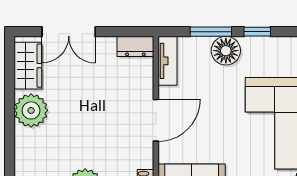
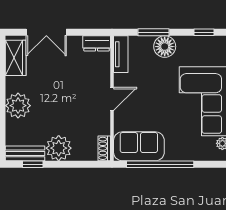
window: (257, 32) -> (204, 32), moved
plant: (31, 110) -> (18, 106), moved
door: (156, 120) -> (112, 99), width x0.73

